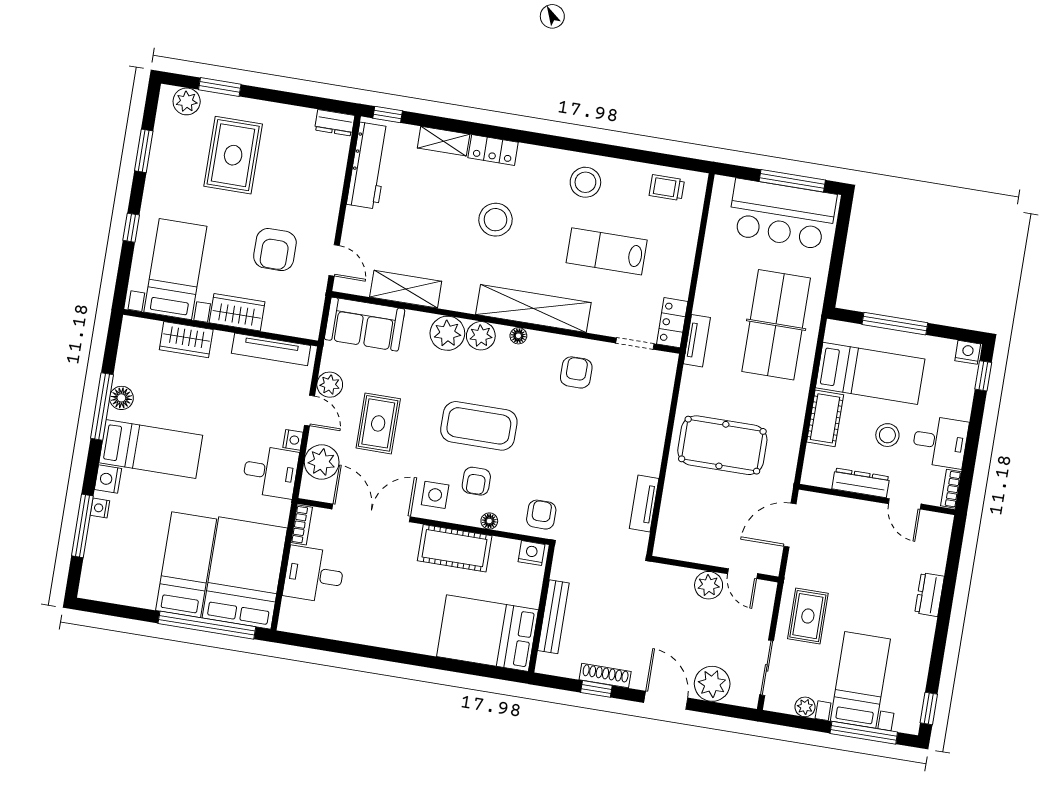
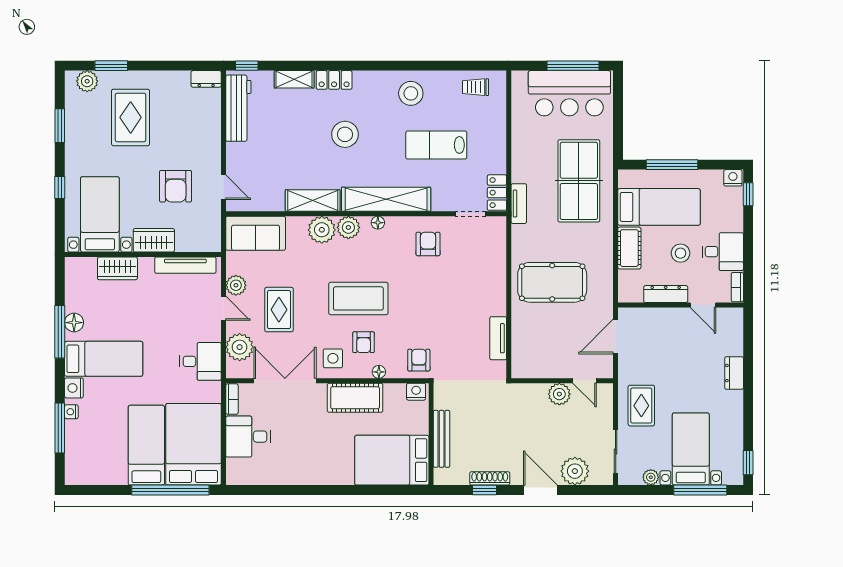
shelving: (406, 289) -> (313, 200), moved
nightstand: (293, 440) -> (214, 333), removed

